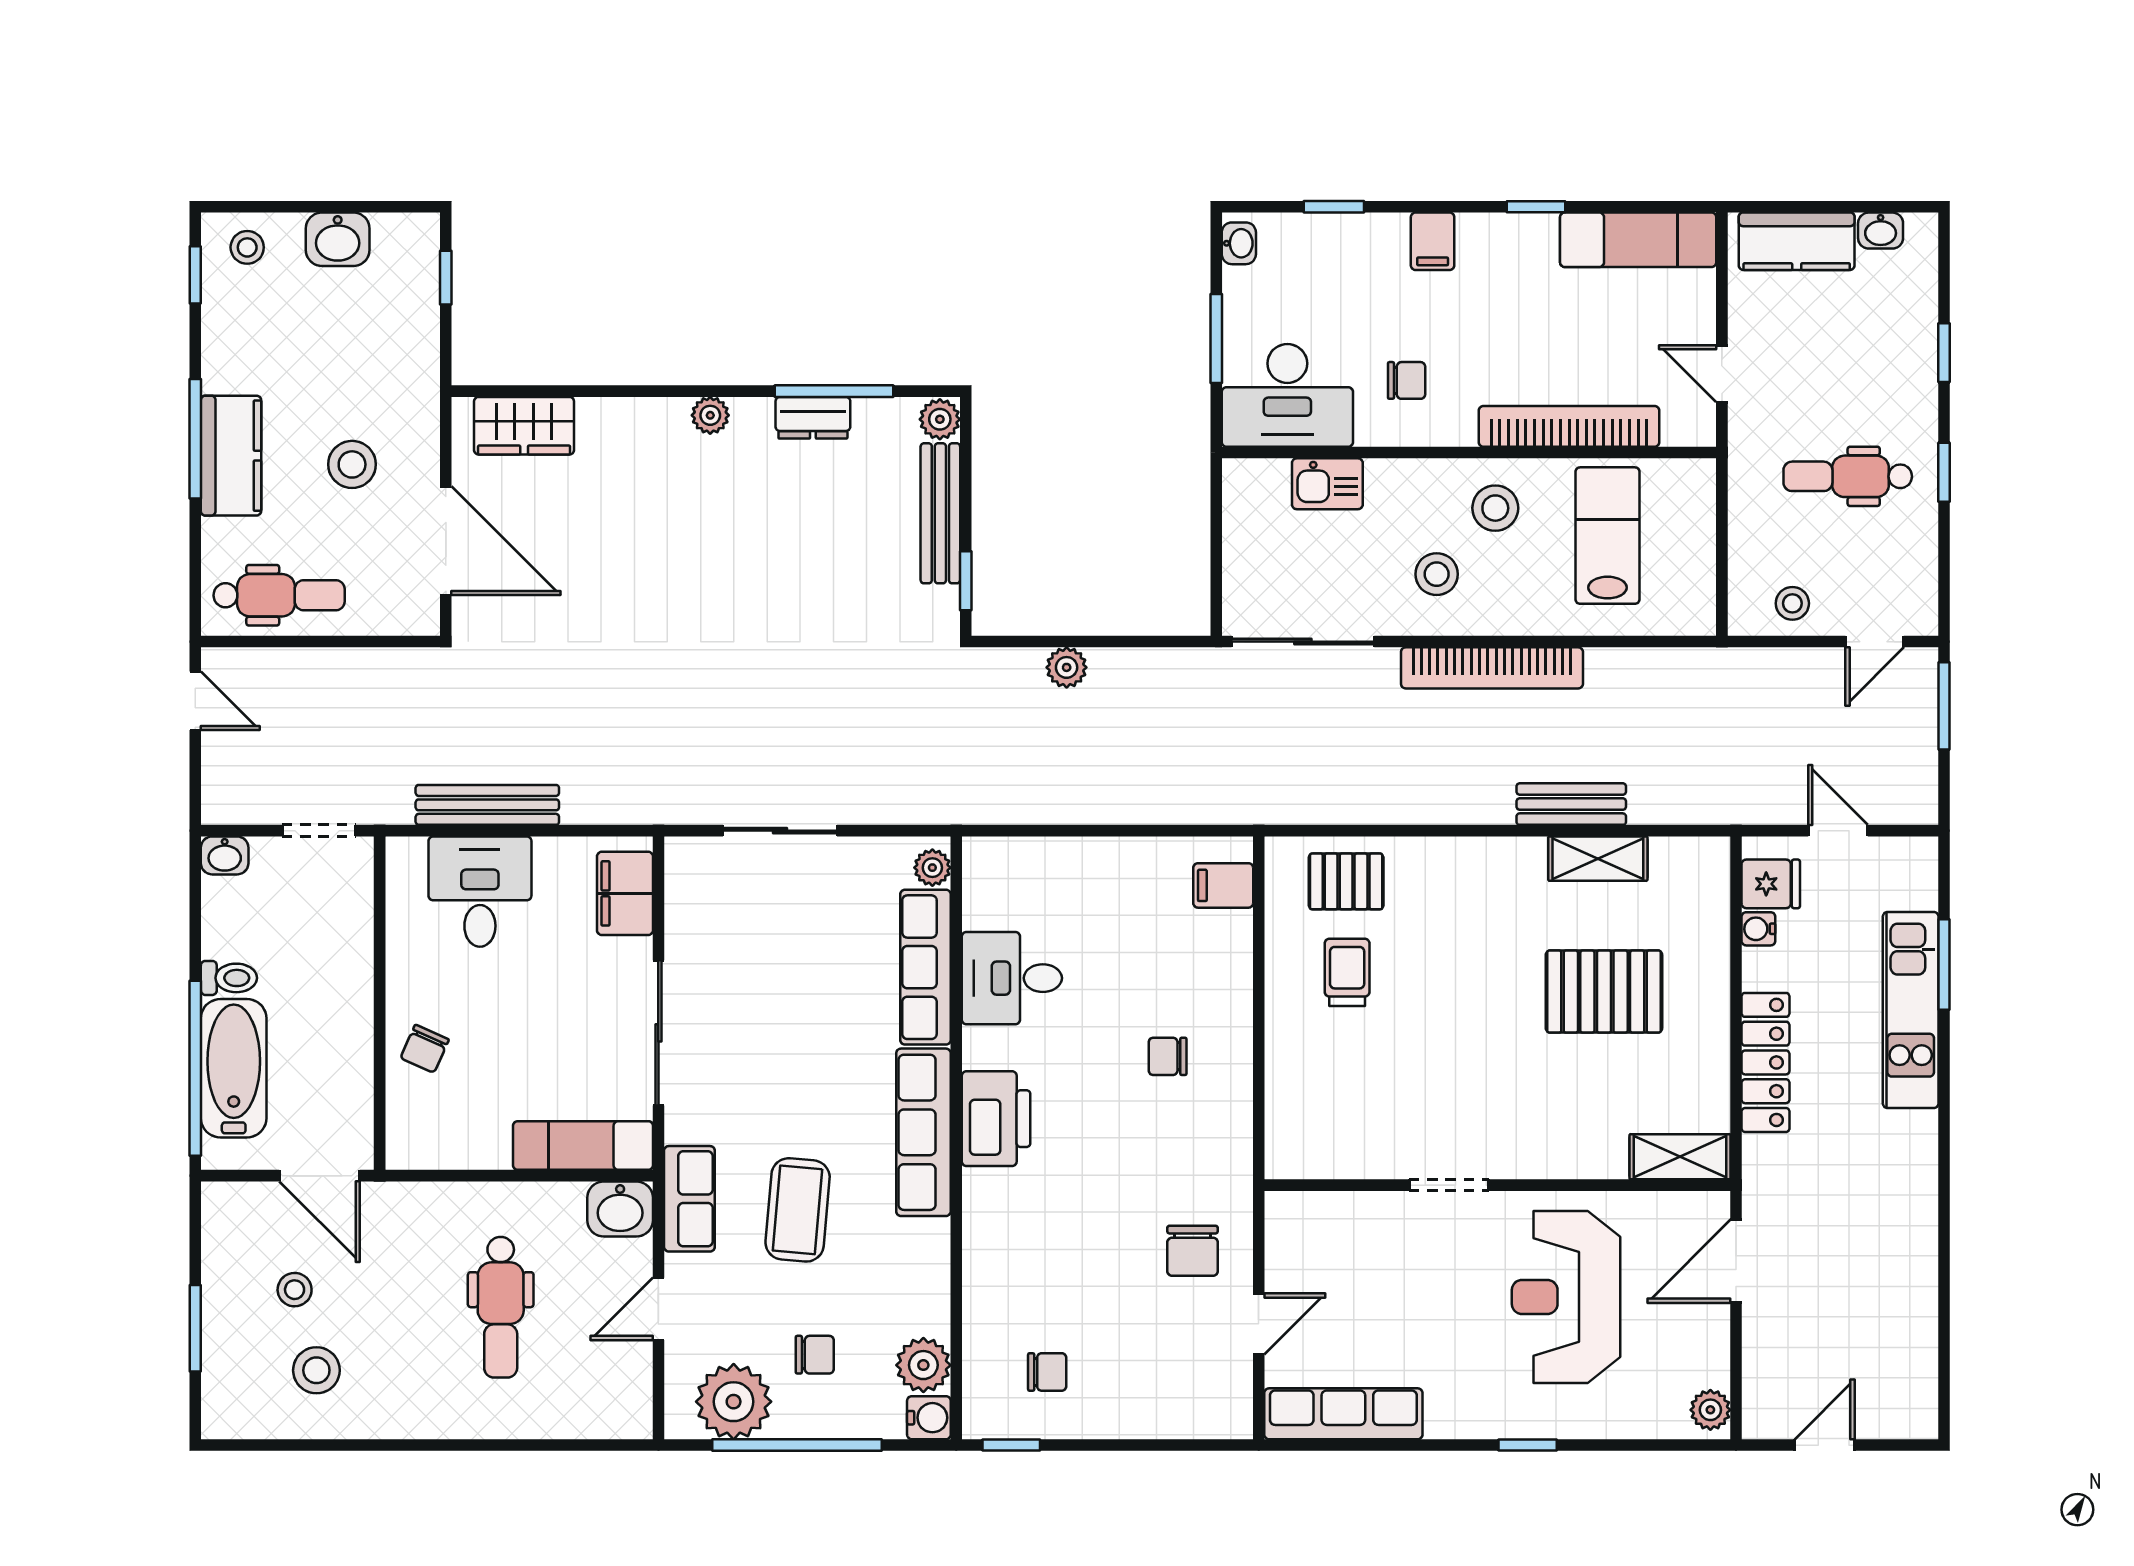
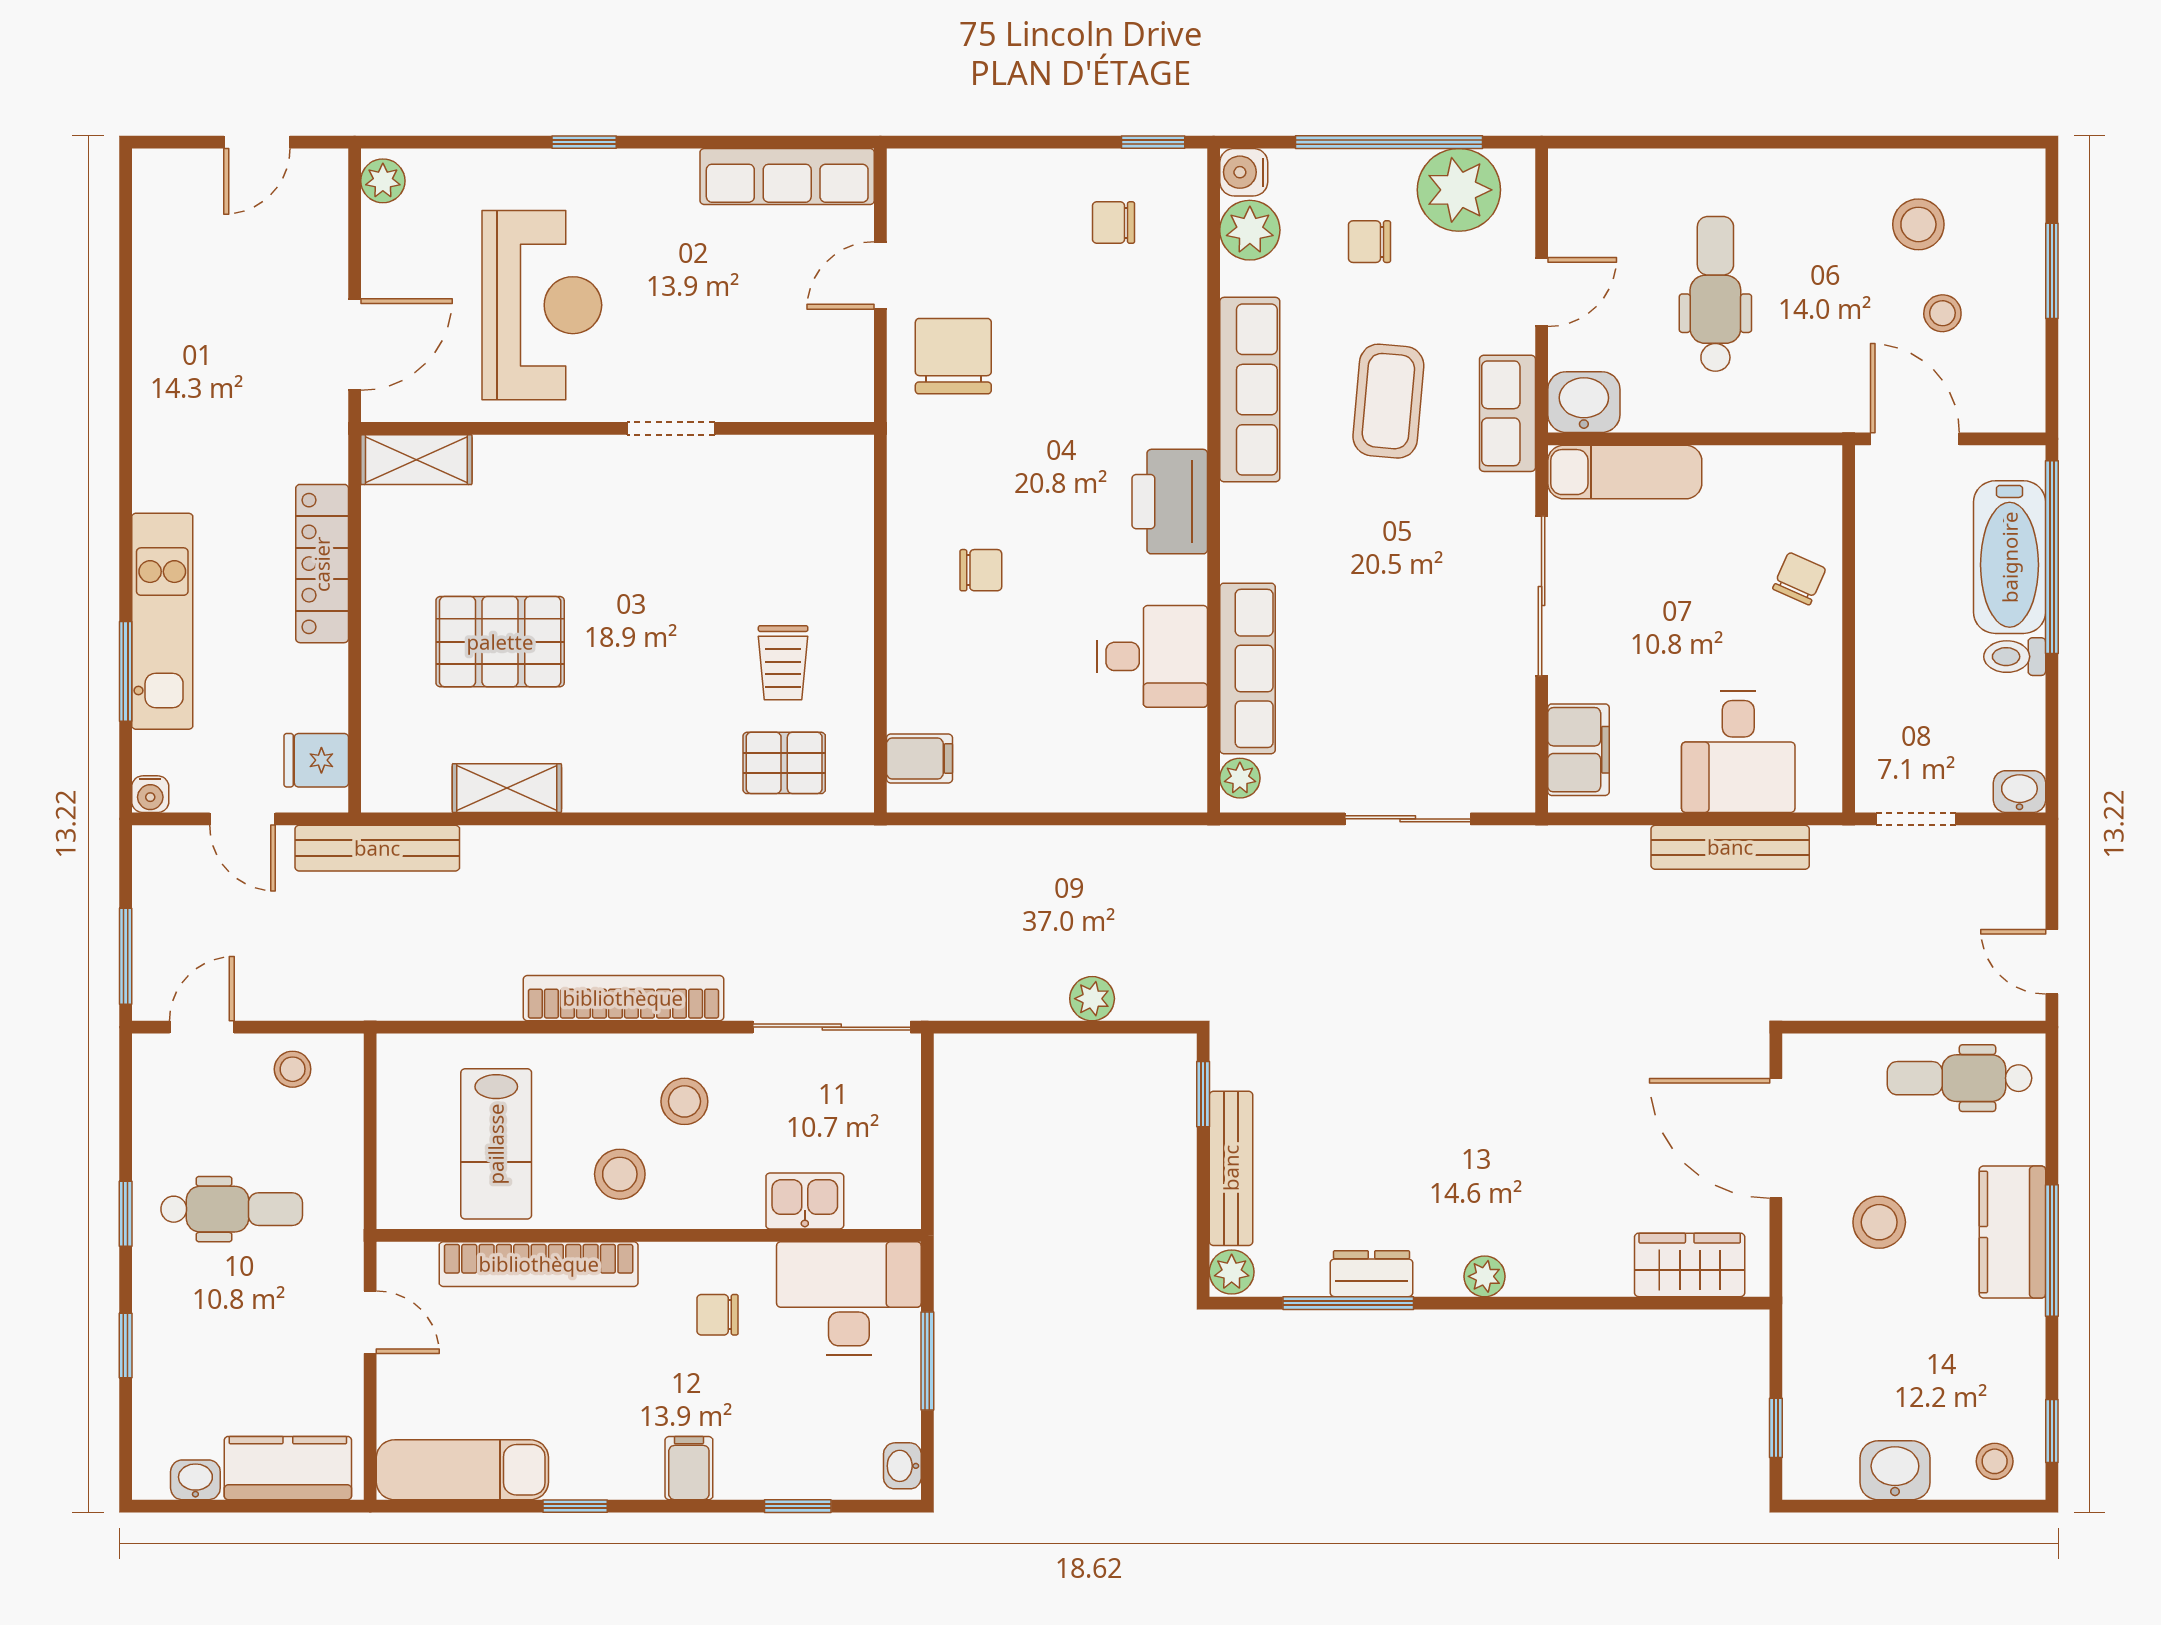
bench: (1571, 804) -> (377, 848), moved, width x1.36
water cooler: (1758, 929) -> (150, 794), moved, turned 90
row of seats: (923, 1132) -> (1250, 390), moved
chair: (1193, 1251) -> (953, 356), width x1.37, depth x1.37

